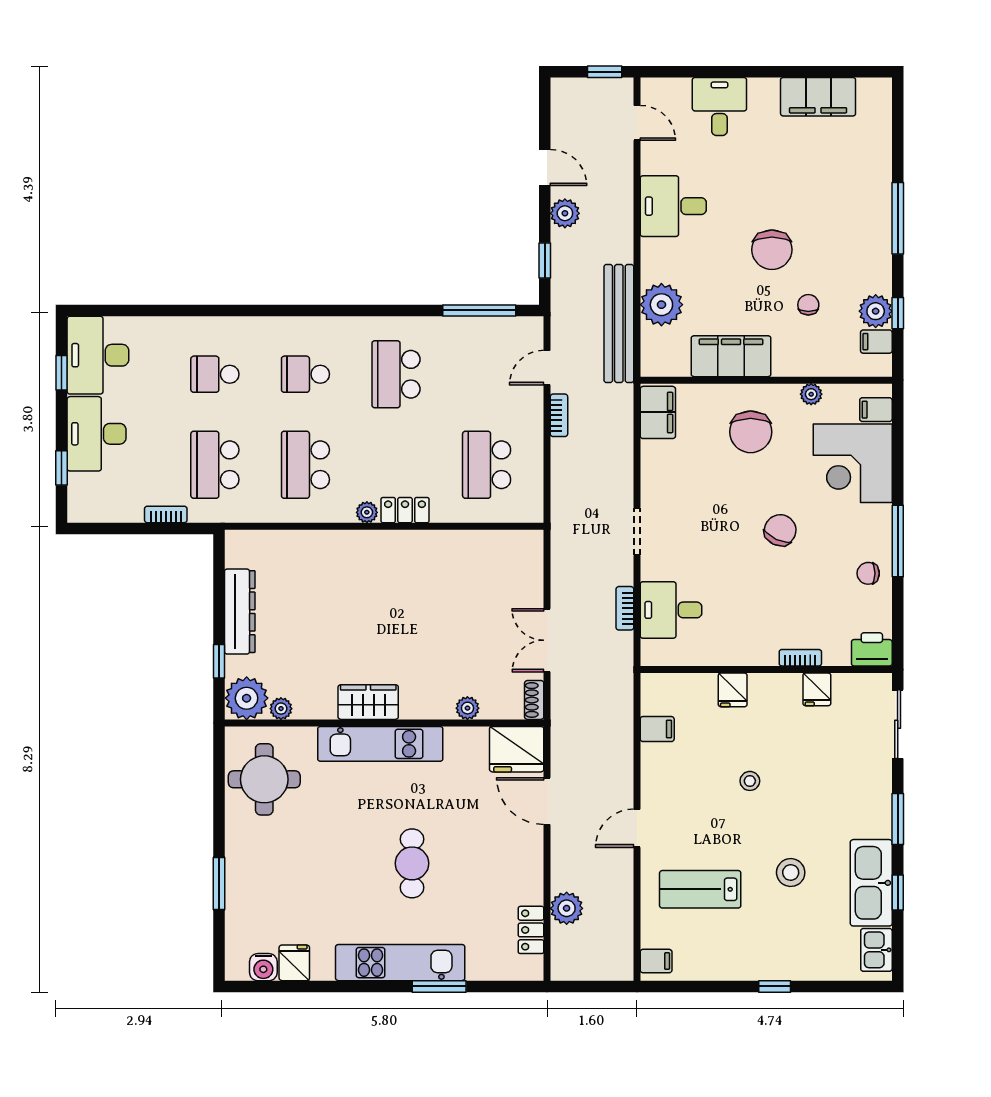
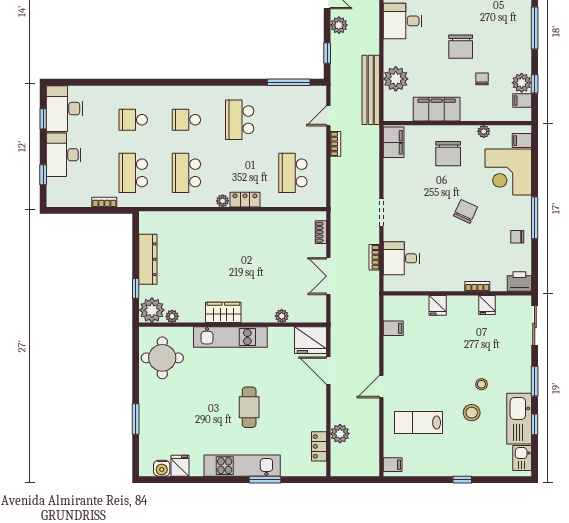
shoe rack: (534, 700) -> (321, 232), moved
stool: (750, 781) -> (482, 384), moved

